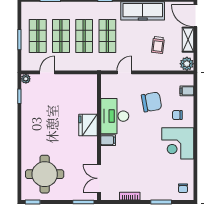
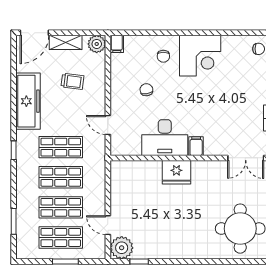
plant: (26, 79) -> (122, 248), width x1.88, depth x1.88
filing cabinet: (187, 91) -> (117, 44), moved
chair: (152, 102) -> (146, 90), width x0.54, depth x0.54

